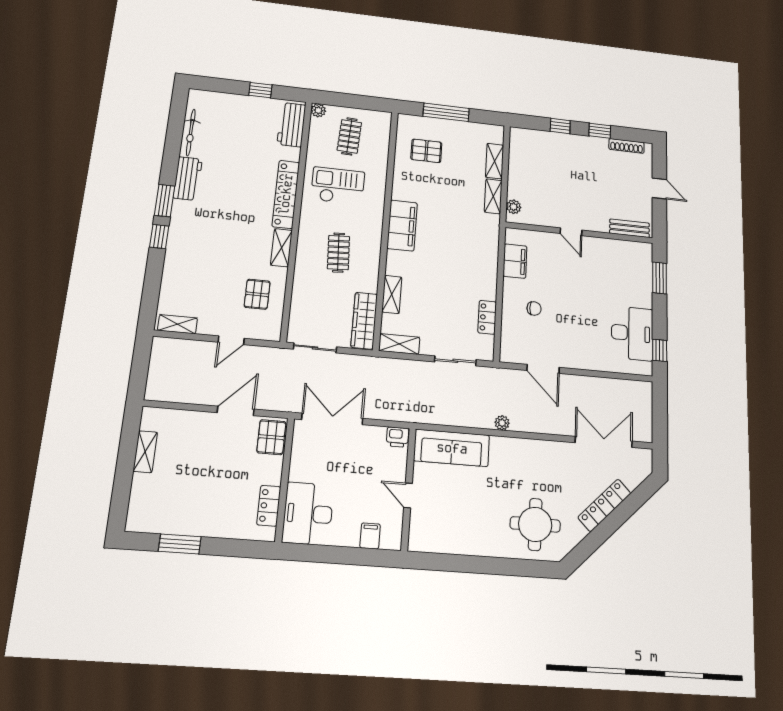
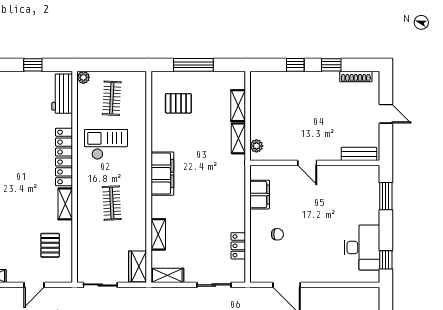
wardrobe: (364, 321) -> (138, 266), width x0.67

